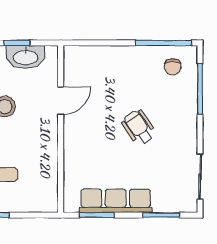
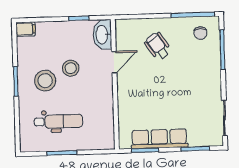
washbasin: (26, 57) -> (102, 35), moved, turned 90
wheelchair: (139, 127) -> (158, 46), moved

